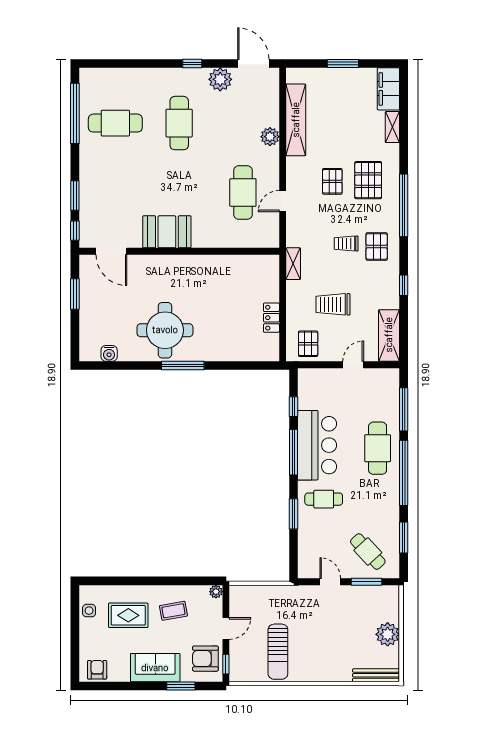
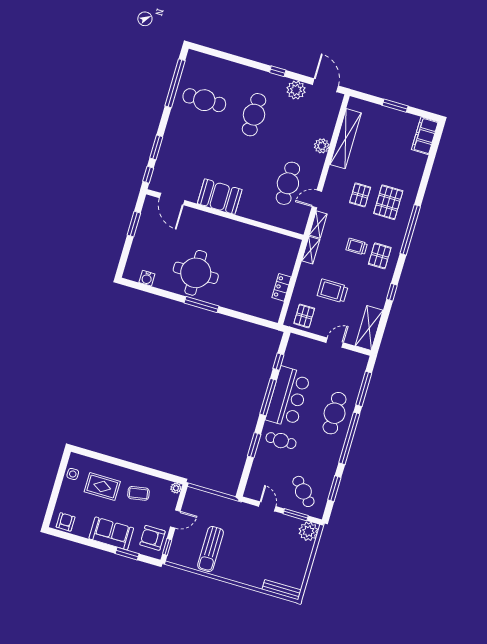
shelving: (392, 127) -> (318, 224), moved
plant: (388, 634) -> (308, 531), moved

